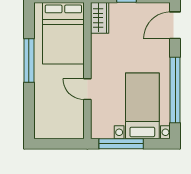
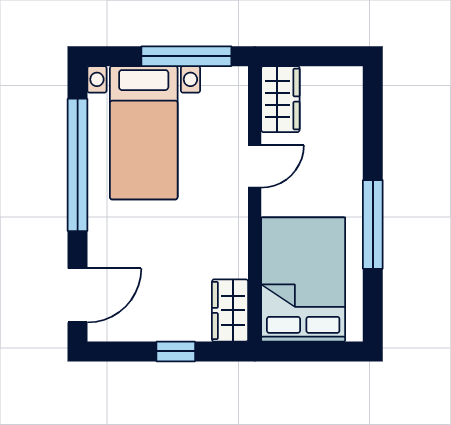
door: (87, 89) -> (255, 166), hinge flipped
wardrobe: (75, 123) -> (280, 99), added

